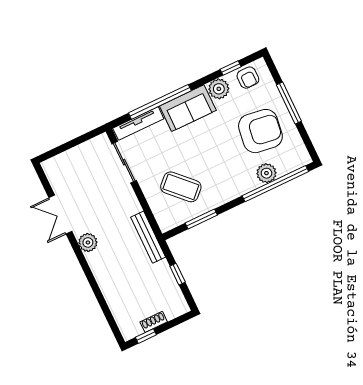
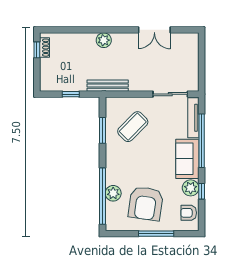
window: (231, 68) -> (202, 191), moved
double door: (60, 215) -> (154, 30), swing flipped
plant: (88, 242) -> (104, 40), moved
shoe rack: (154, 322) -> (44, 48), moved

